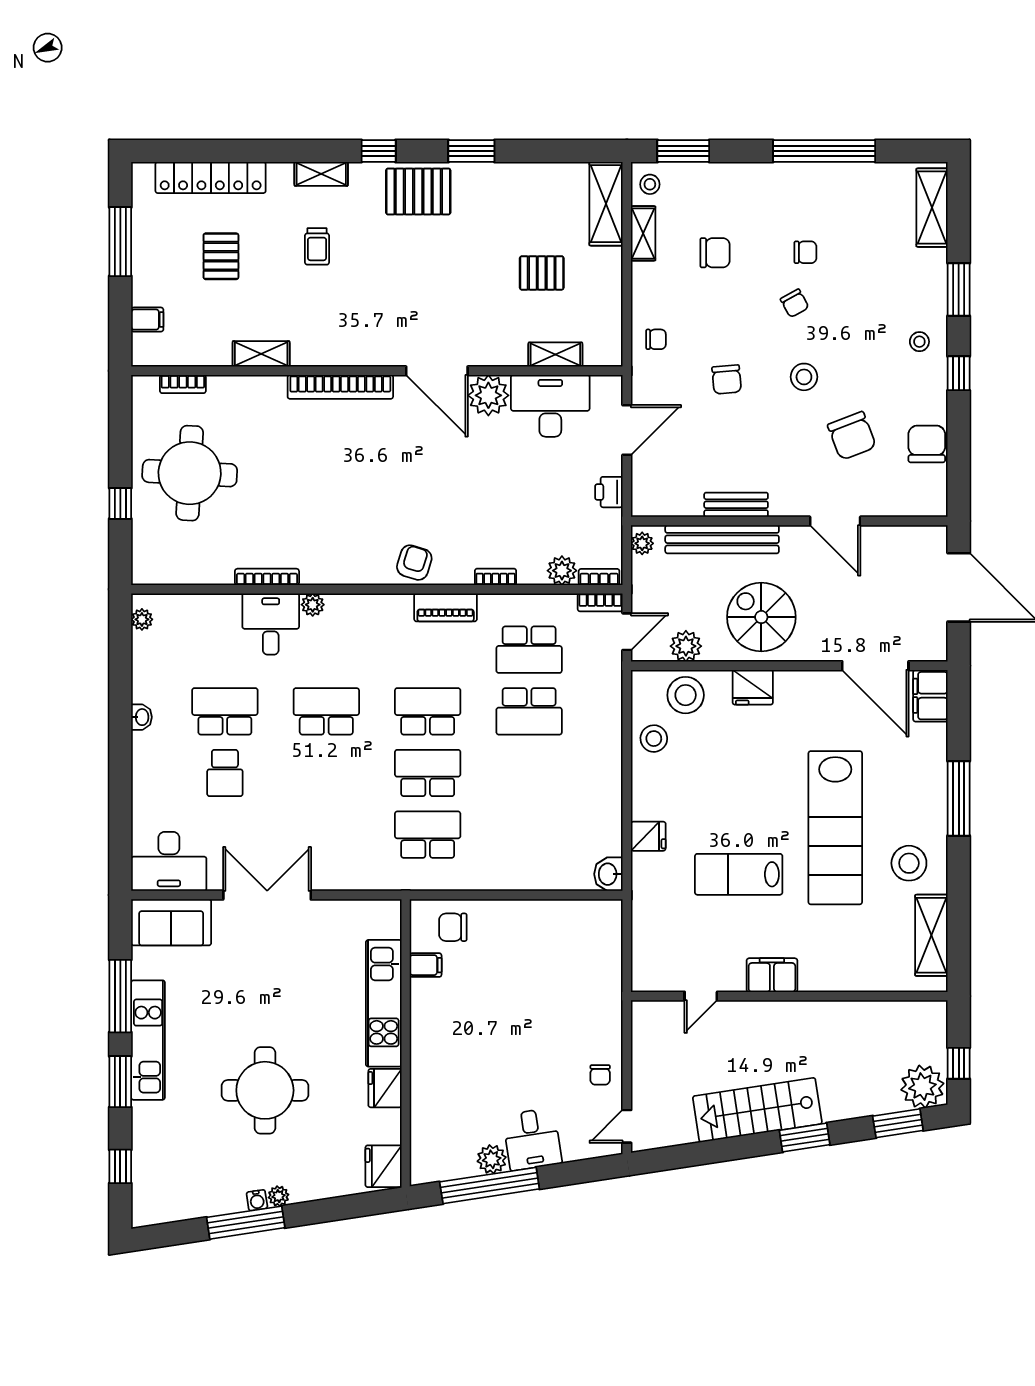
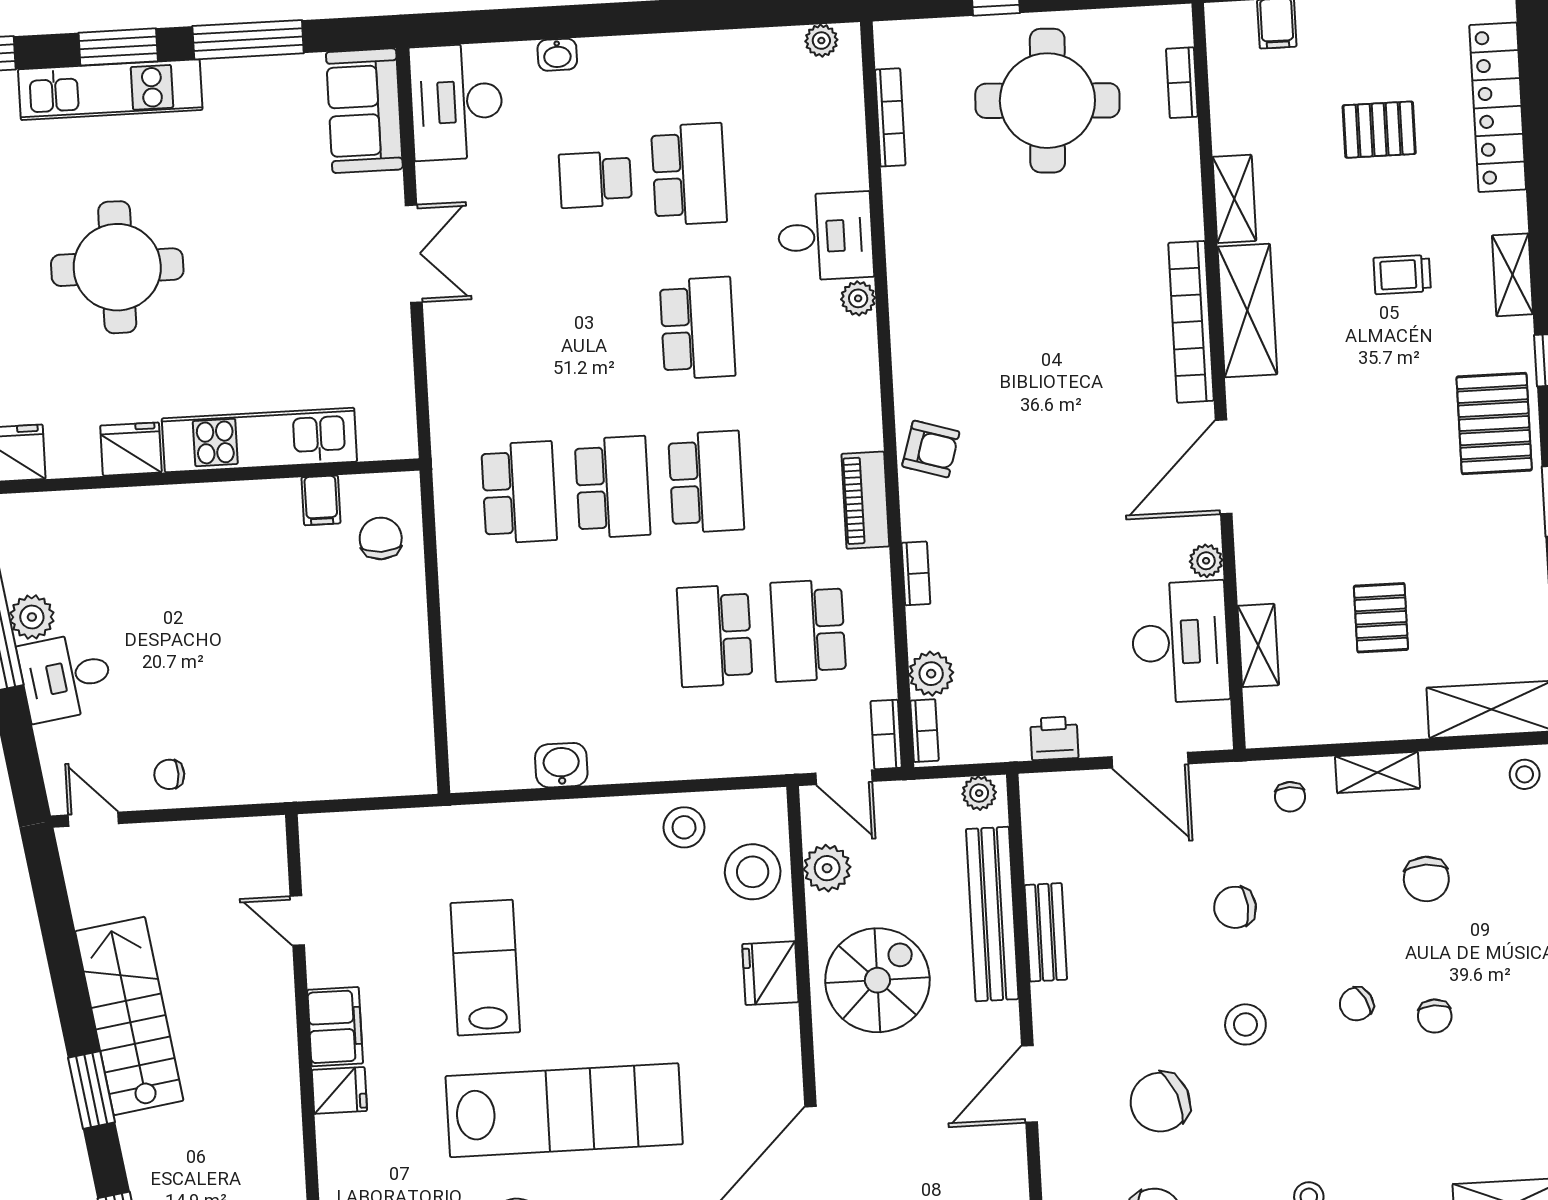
shelving: (643, 233) -> (1377, 772), moved
shelving: (335, 349) -> (1247, 310), added
plant: (488, 395) -> (1206, 561), width x0.53, depth x0.53
bookcase: (267, 577) -> (890, 117), moved
washbasin: (141, 717) -> (557, 55), moved
lab bench: (835, 828) -> (564, 1110), turned 180
fridge: (648, 836) -> (339, 1090), moved, turned -90
washbasin: (608, 874) -> (561, 765), moved
double door: (267, 895) -> (414, 254), width x0.73
kitchen unit: (148, 1040) -> (110, 90), moved

